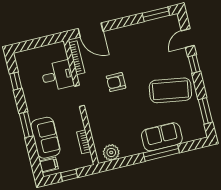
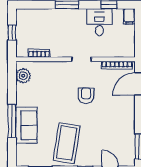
desk: (57, 76) -> (99, 22), moved, turned 180
sofa: (46, 138) -> (51, 19), removed
filing cabinet: (49, 165) -> (129, 16), moved

